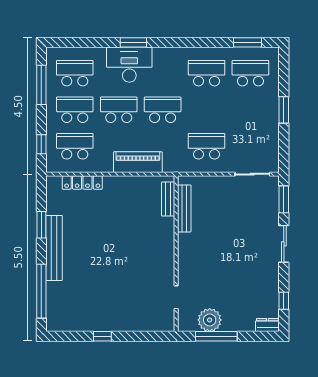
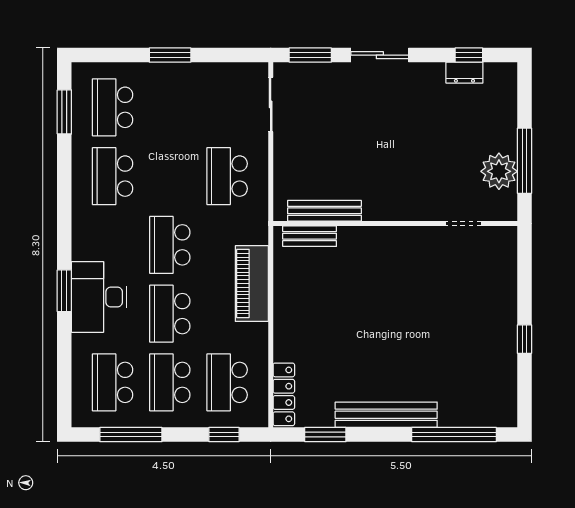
locker: (82, 183) -> (284, 394), moved
window: (41, 225) -> (325, 435), moved
dresser: (267, 325) -> (464, 73), moved, turned -90

